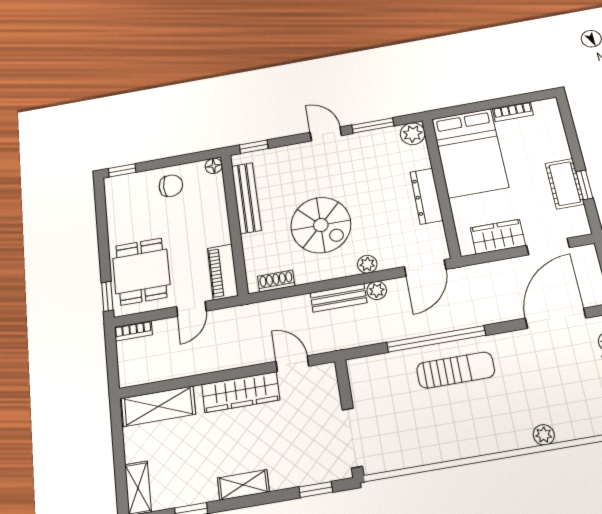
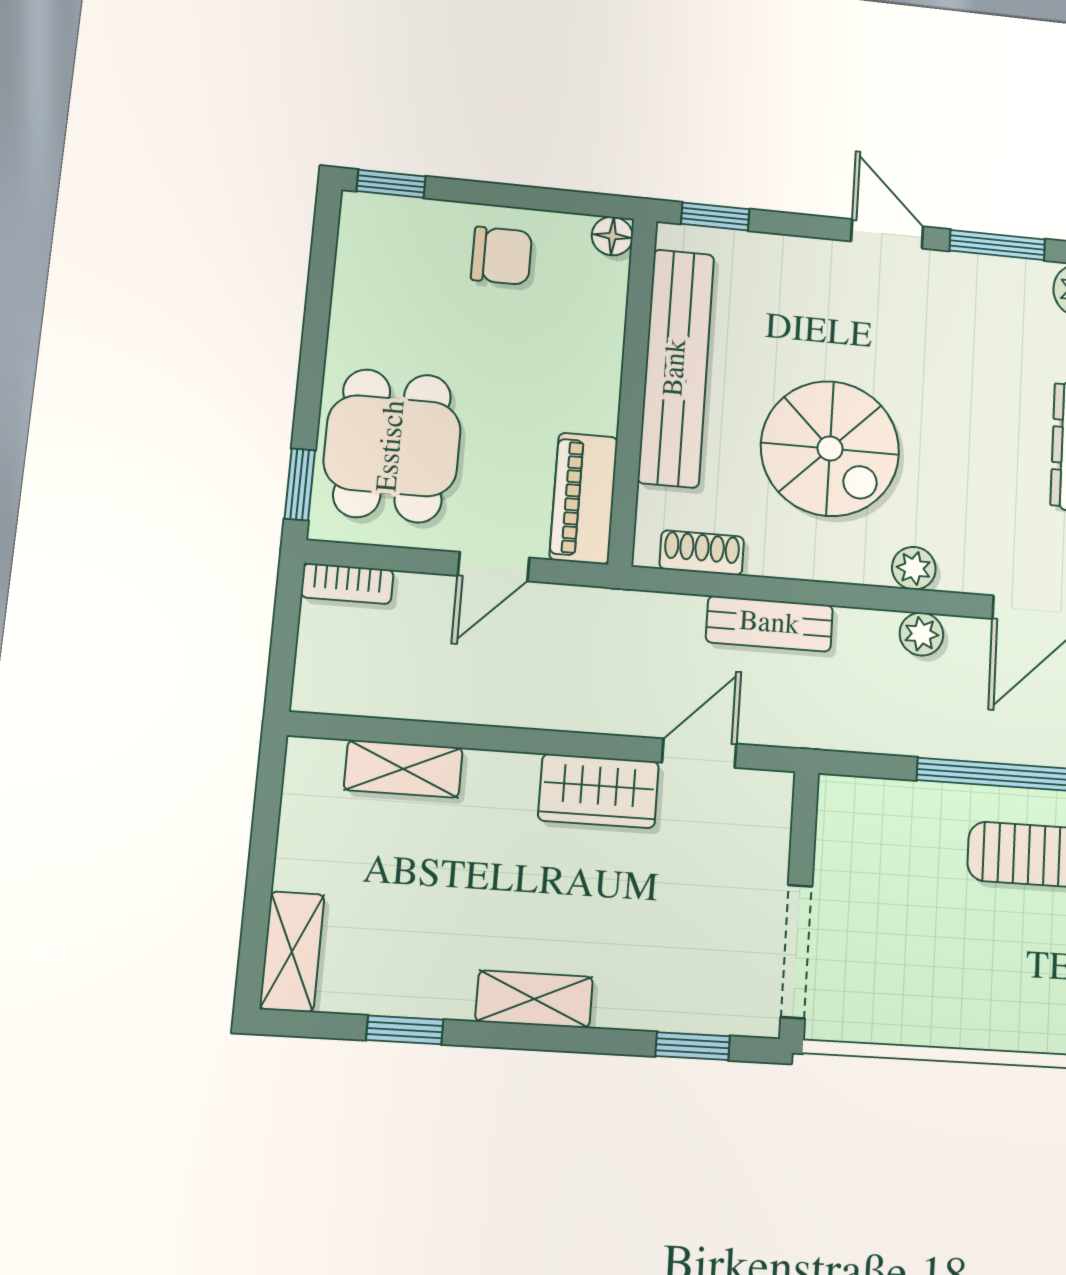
bench: (246, 198) -> (676, 368), width x1.37, depth x1.21
bench: (339, 298) -> (769, 624), moved
door: (292, 364) -> (699, 753), hinge flipped
wardrobe: (241, 392) -> (599, 791), width x0.67
shelving: (158, 406) -> (403, 769), width x0.67, depth x0.75

